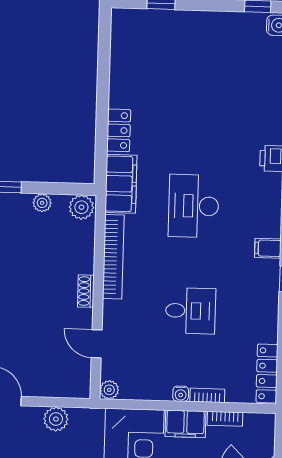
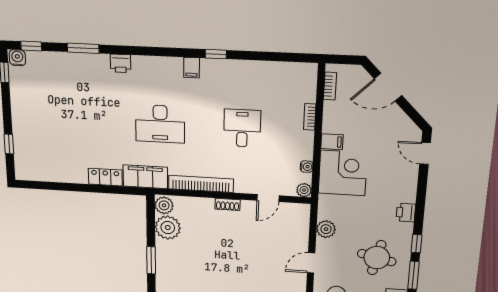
plant: (42, 203) -> (168, 228), width x1.88, depth x1.88
locker: (267, 373) -> (293, 70), removed
water cooler: (181, 394) -> (307, 167), moved
bookcase: (225, 419) -> (330, 86), moved
filing cabinet: (185, 424) -> (332, 142), width x0.50

